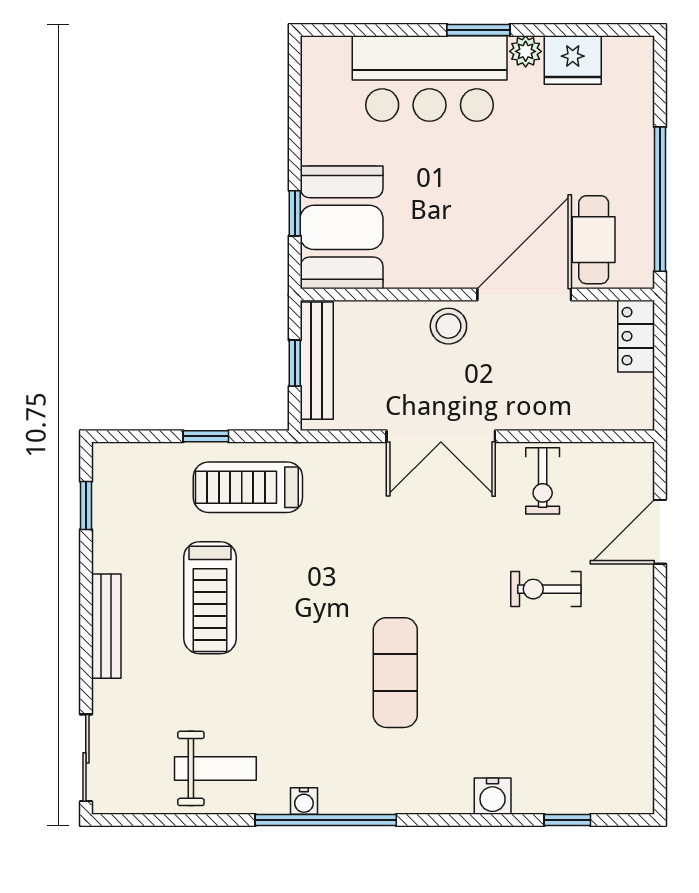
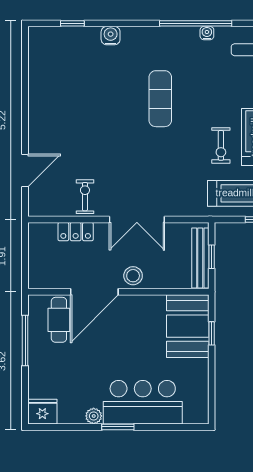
fridge: (573, 60) -> (42, 412), moved
window: (660, 199) -> (25, 341), width x0.68
locker: (636, 336) -> (76, 232), moved, turned 90
double door: (441, 436) -> (137, 219), swing flipped
exercise bike: (546, 589) -> (221, 145), moved, turned 90

